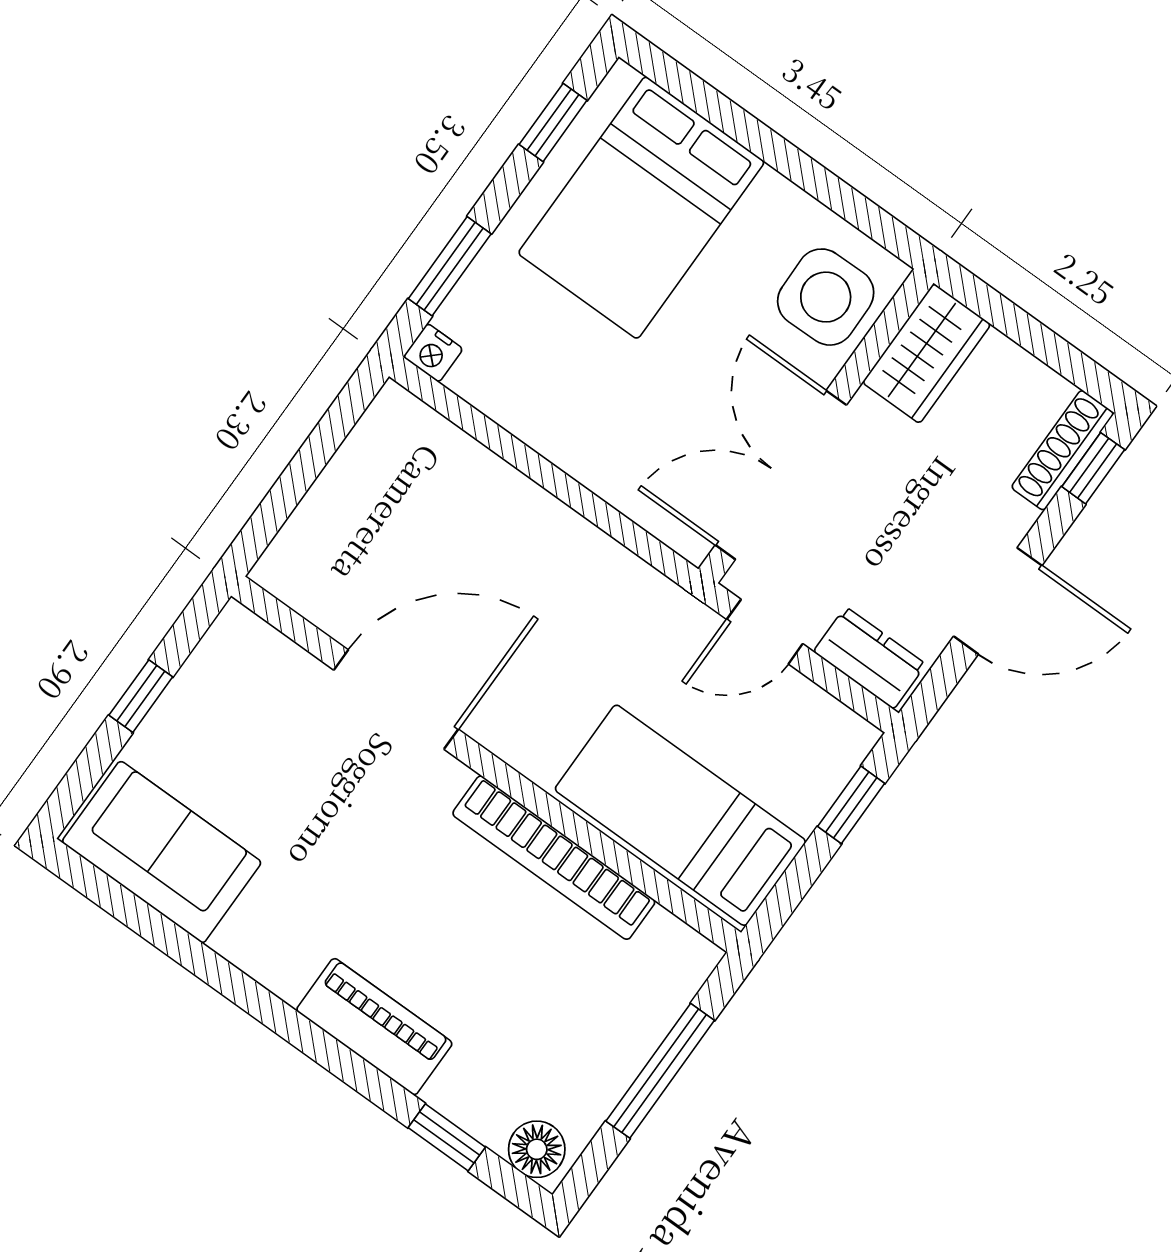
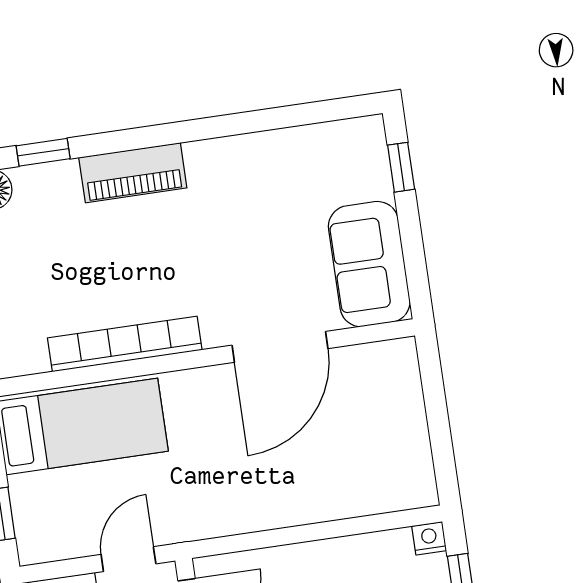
window: (141, 696) -> (401, 167), moved
sofa: (162, 852) -> (369, 264), moved, turned 90

